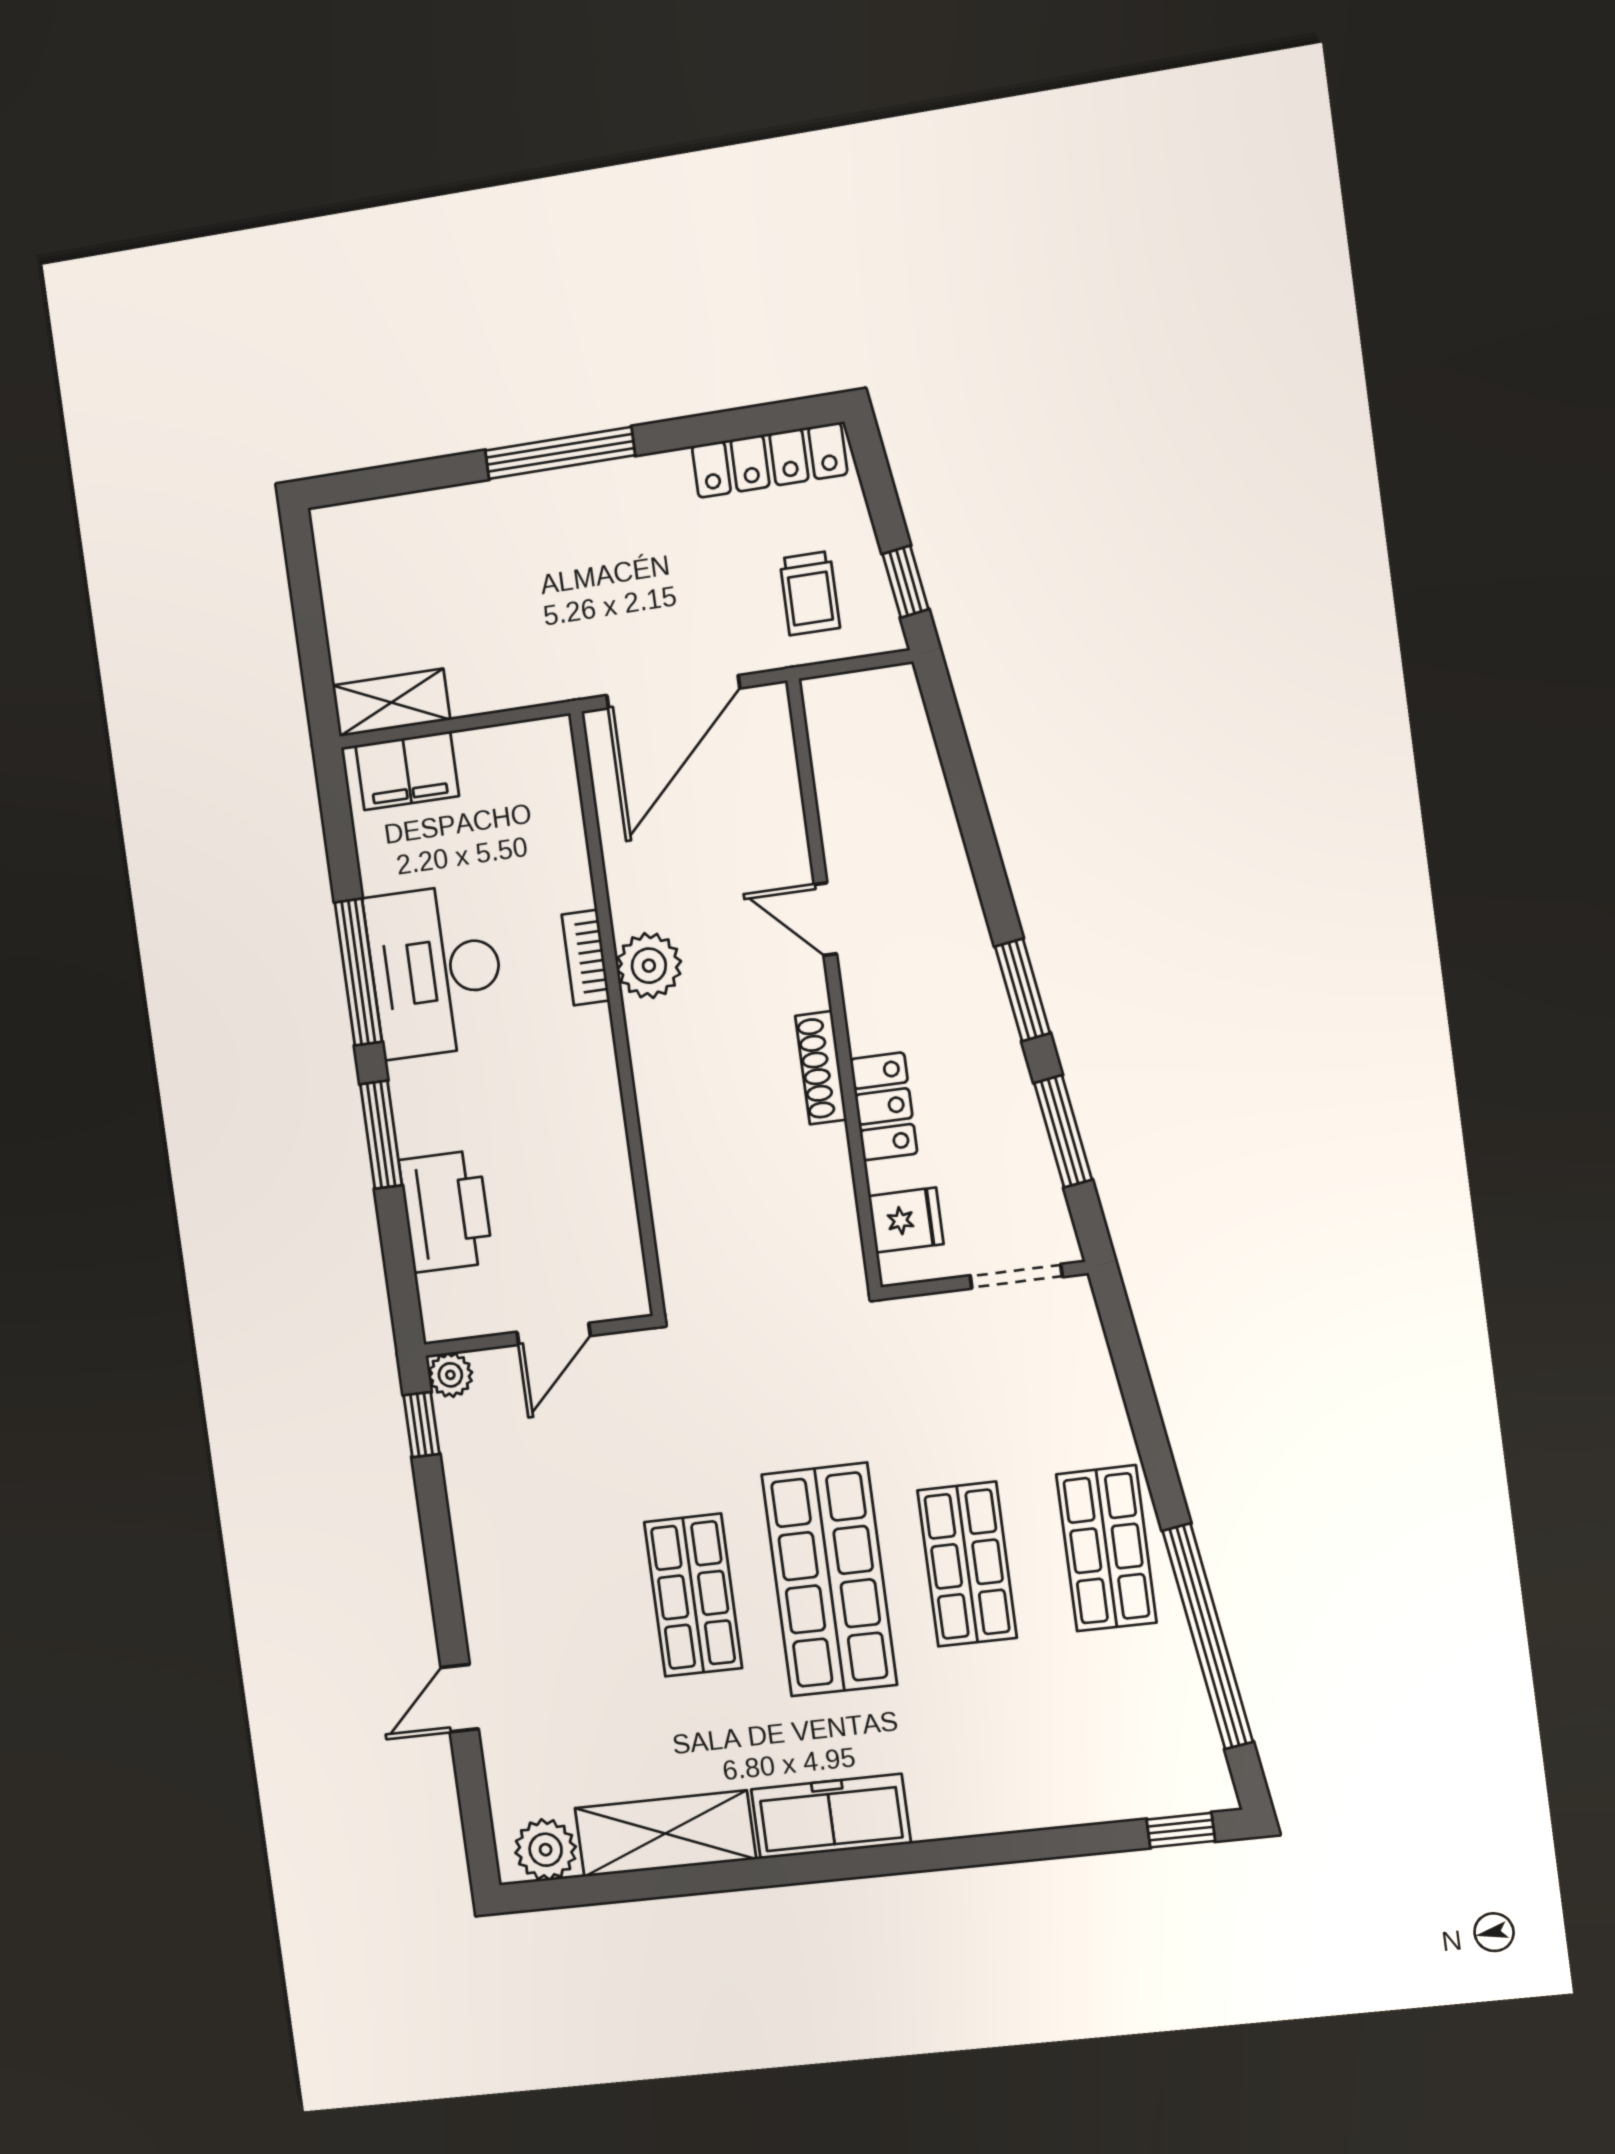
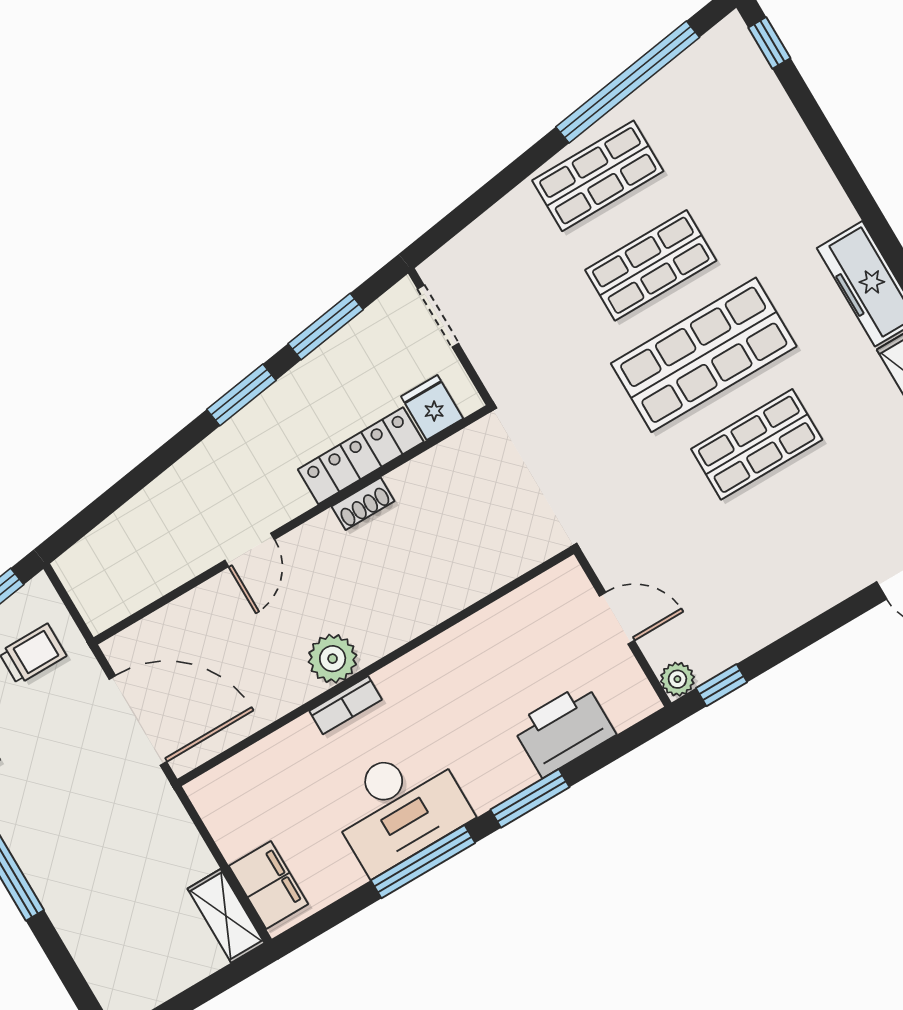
shoe rack: (821, 1068) -> (363, 504), width x0.70
locker: (884, 1106) -> (361, 456), width x1.53

